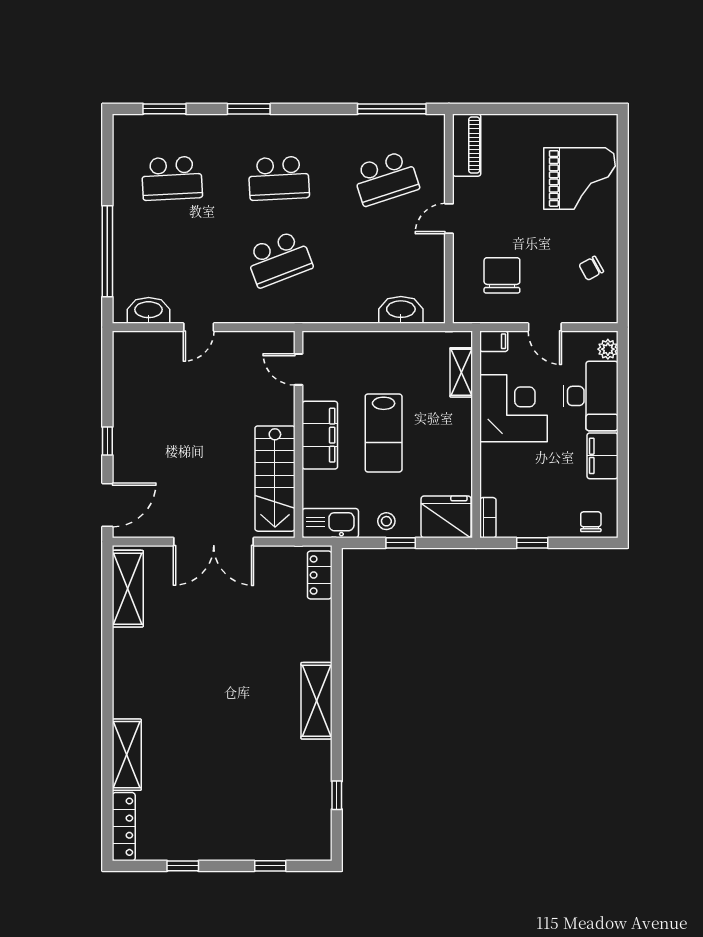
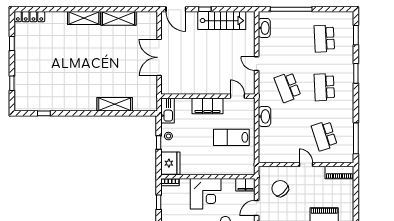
chair: (502, 275) -> (280, 189), turned -133
washbasin: (401, 310) -> (264, 116), moved
door: (199, 327) -> (257, 64), moved
filing cabinet: (494, 341) -> (245, 185), width x2.00
door: (299, 369) -> (237, 96), hinge flipped
shelving: (461, 372) -> (236, 170), removed
corner desk: (513, 408) -> (206, 194), moved
lab bench: (384, 433) -> (231, 137), moved
stairs: (275, 479) -> (222, 21), moved, turned 180
locker: (320, 575) -> (144, 106), removed
shelving: (128, 589) -> (118, 18), moved
shelving: (316, 701) -> (115, 104), moved
shelving: (127, 755) -> (84, 18), moved

